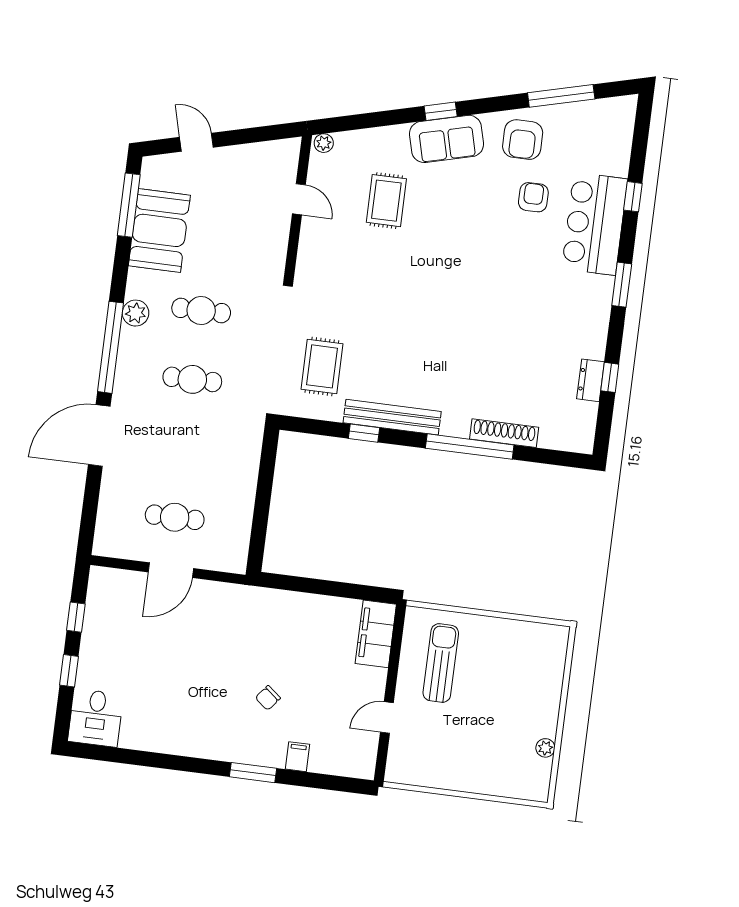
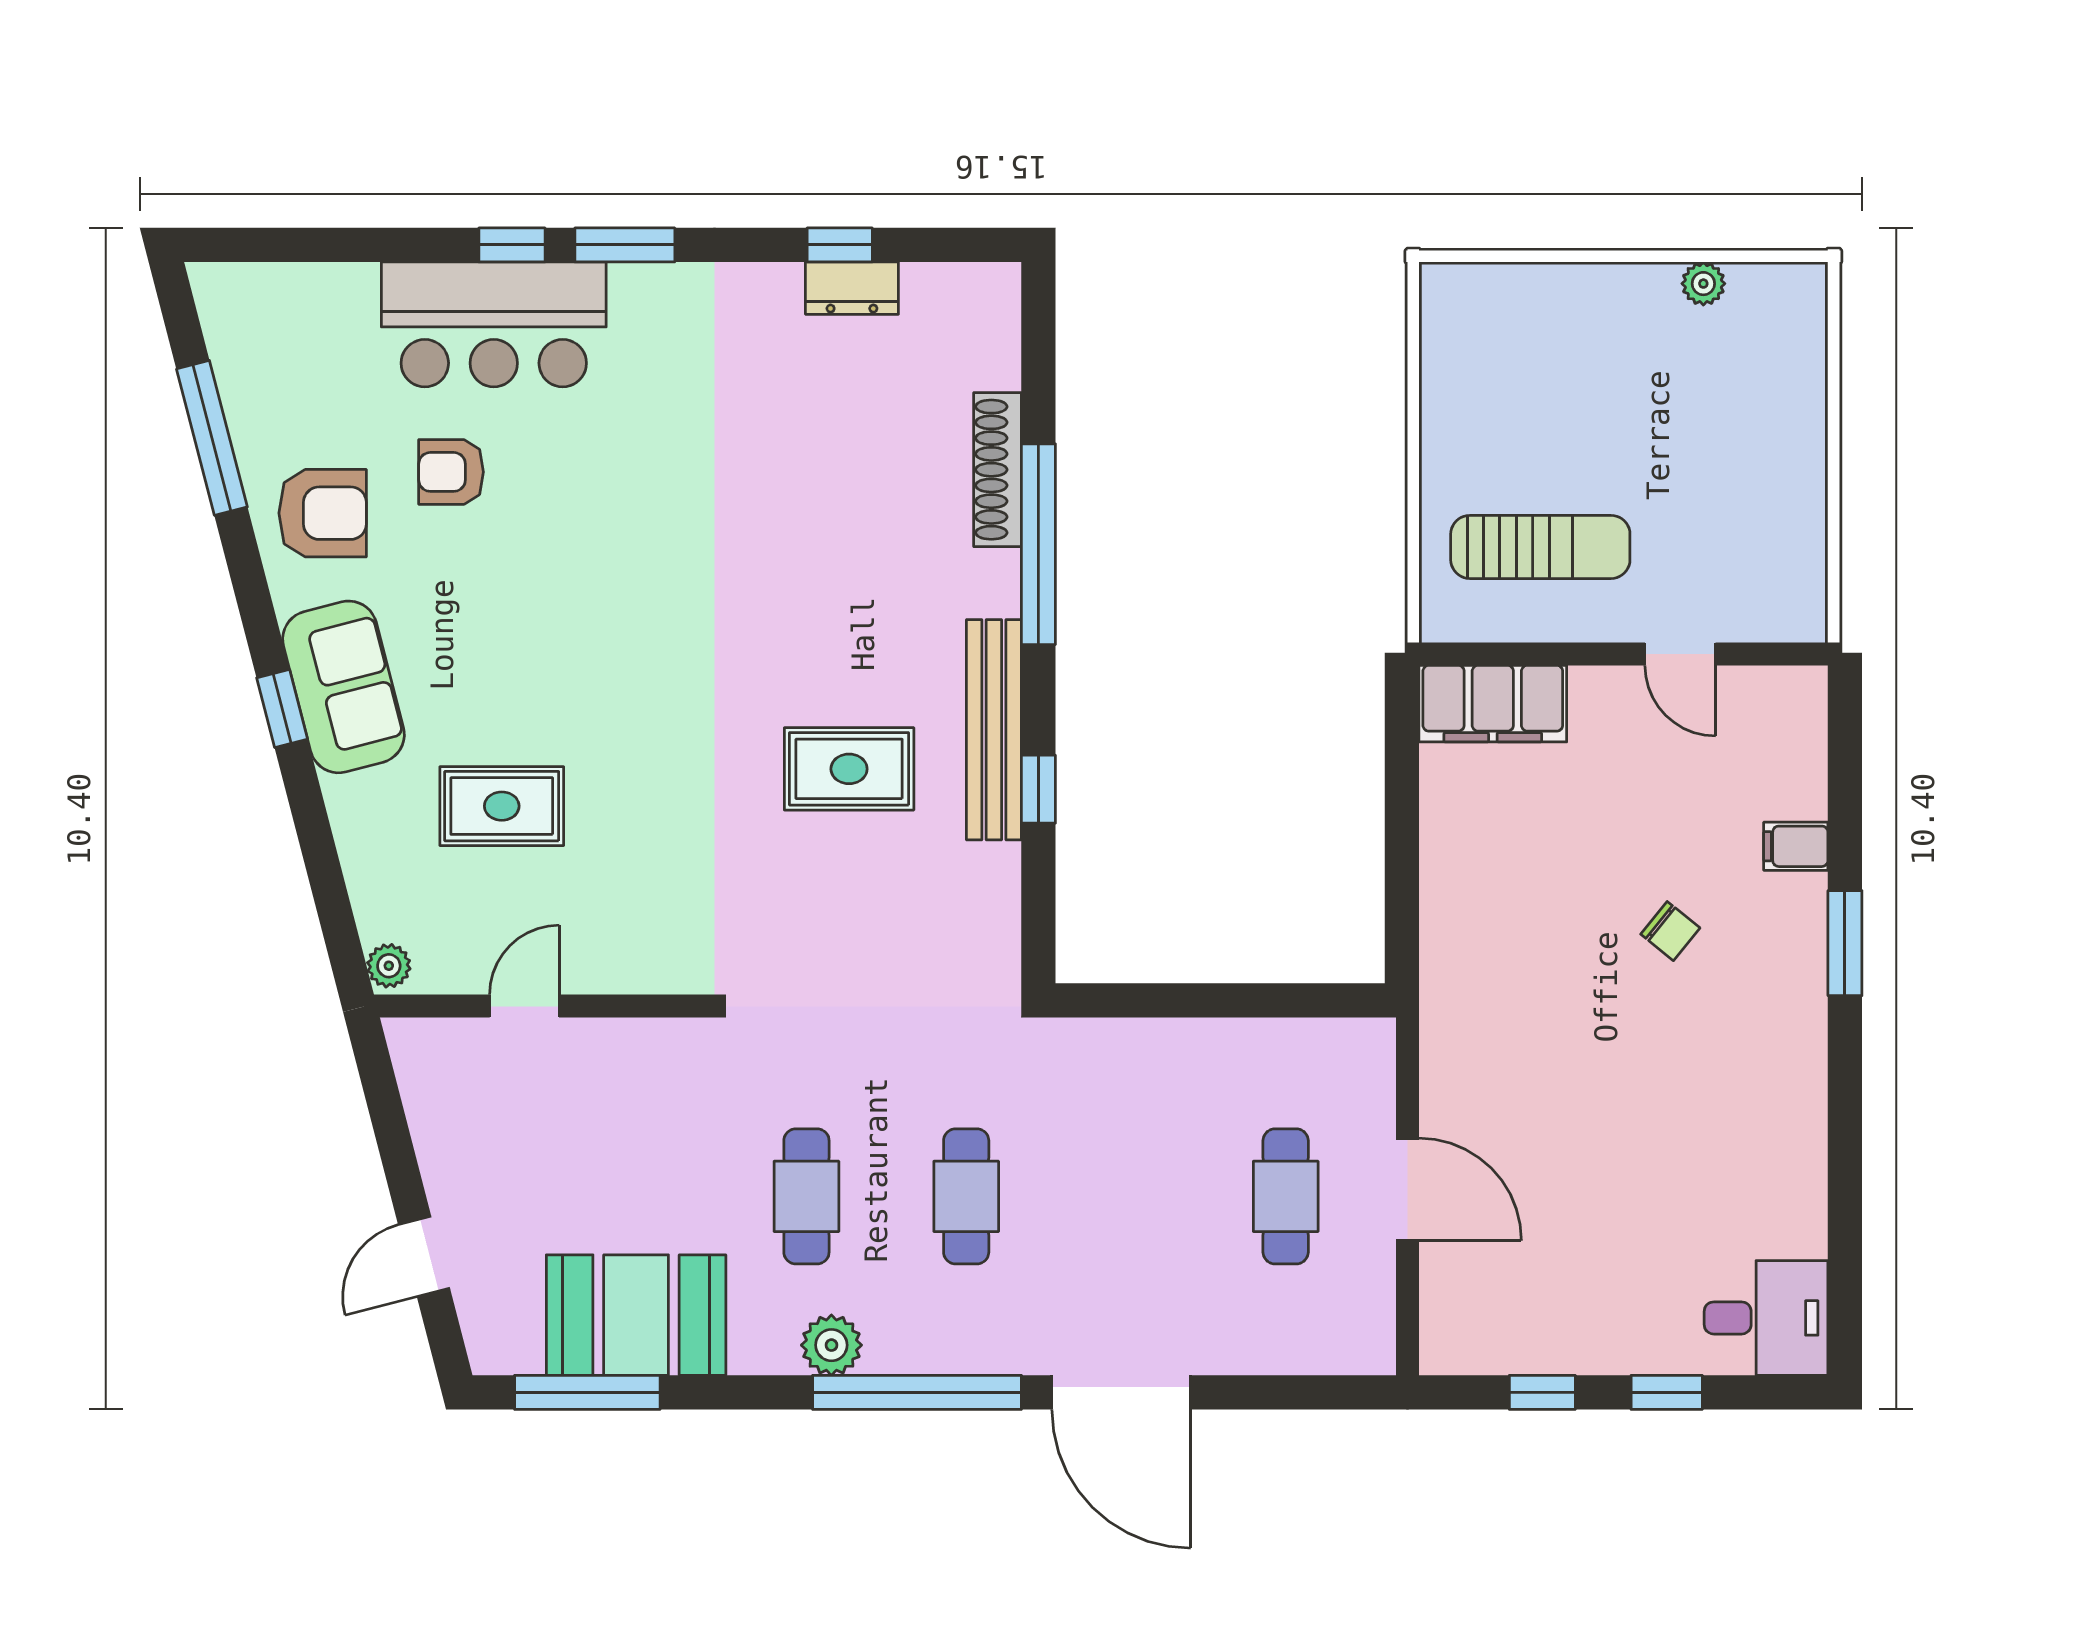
window: (633, 197) -> (512, 245), moved
rug: (322, 366) -> (849, 769), moved
sun lounger: (441, 663) -> (1540, 547), turned 180

